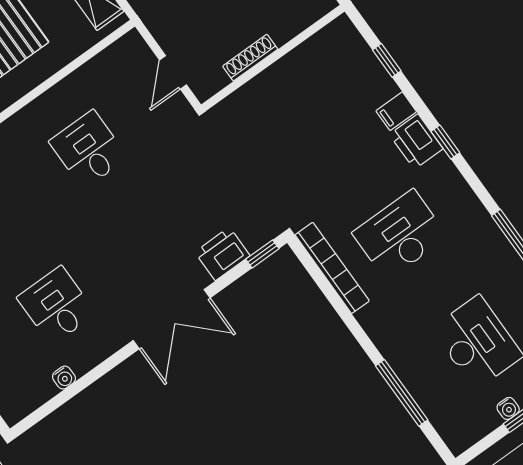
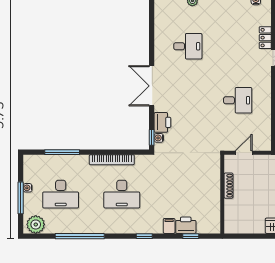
door: (173, 72) -> (244, 153), hinge flipped
printer: (416, 142) -> (186, 225), moved
desk: (400, 235) -> (122, 194), turned 90
bookcase: (332, 268) -> (112, 160), moved
water cooler: (64, 378) -> (159, 138), moved

